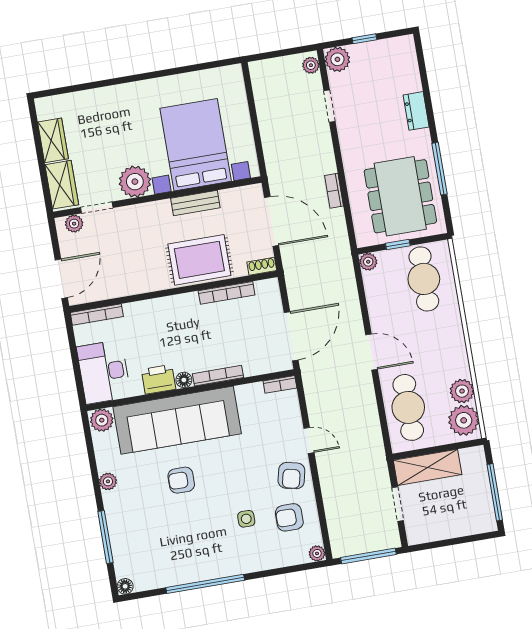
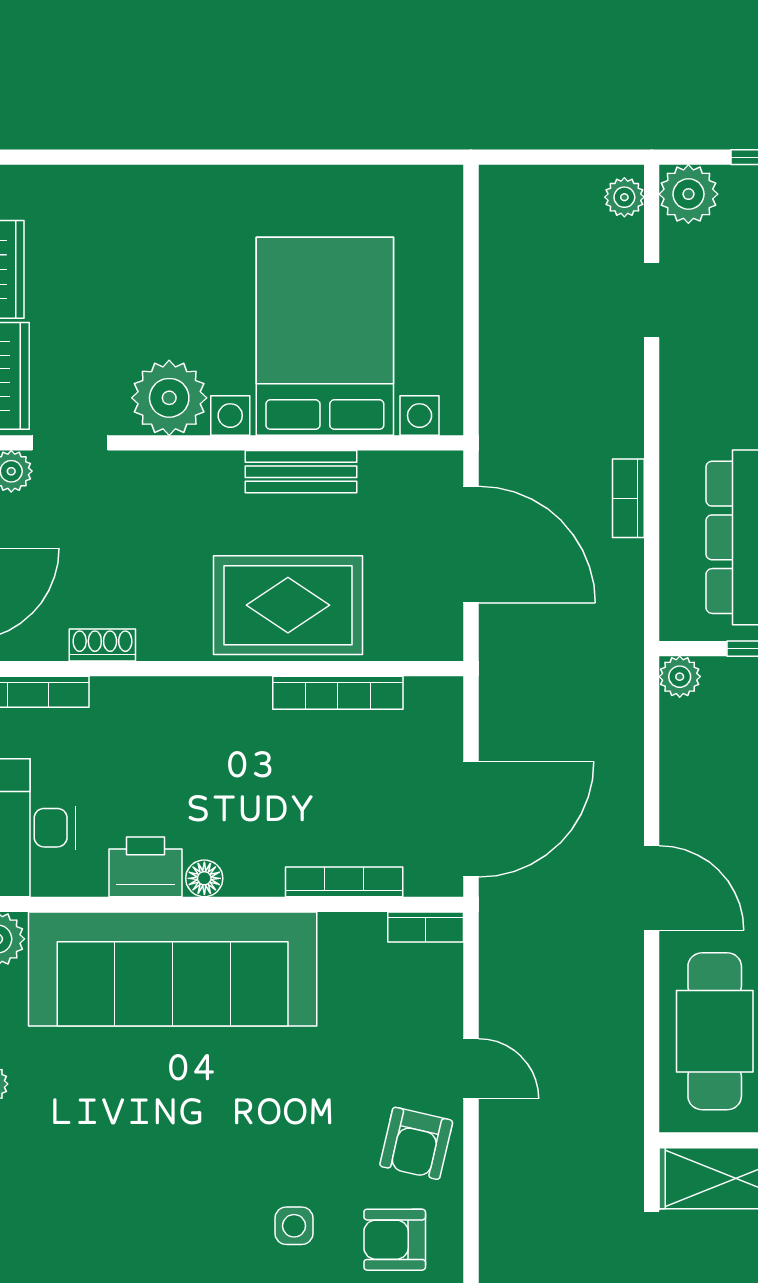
shoe rack: (262, 266) -> (102, 645), moved
bookcase: (218, 376) -> (344, 882), moved
armchair: (181, 480) -> (158, 1110), removed

